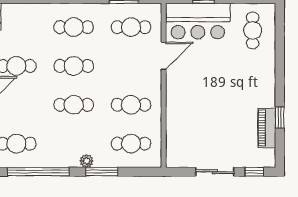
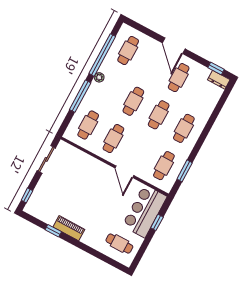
door: (164, 56) -> (124, 172), moved
piano: (267, 128) -> (69, 228), moved
plant: (87, 161) -> (99, 77), moved
window: (102, 172) -> (80, 96), width x1.44
sliding door: (215, 172) -> (46, 159), moved

